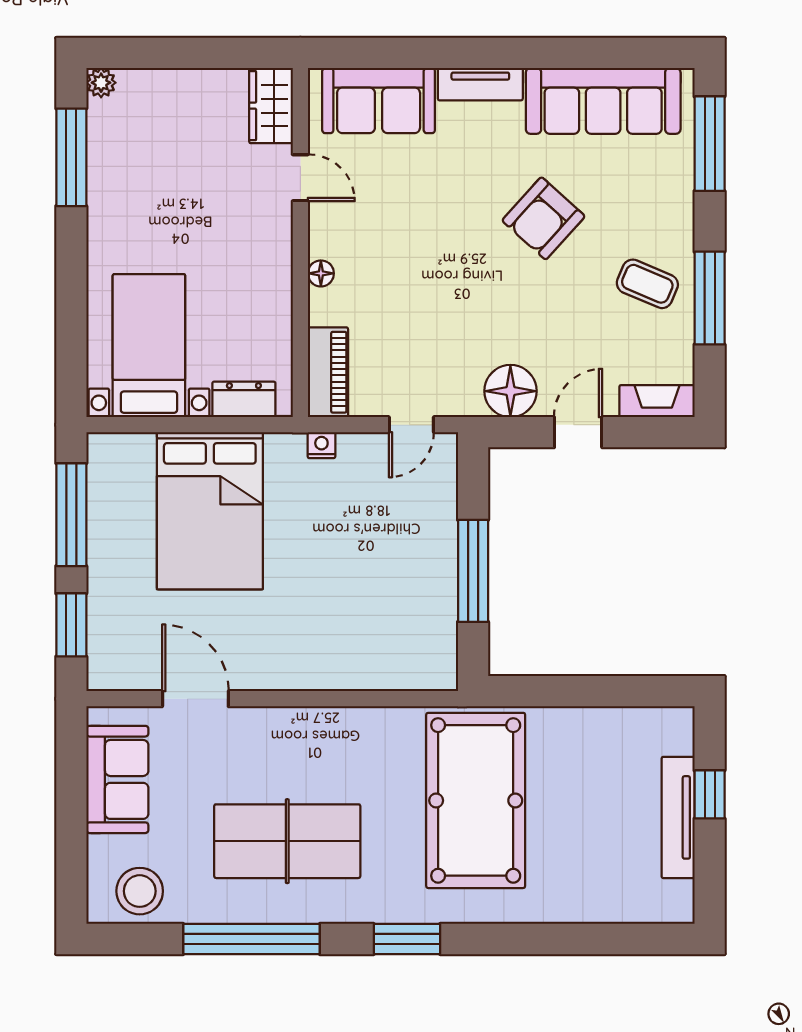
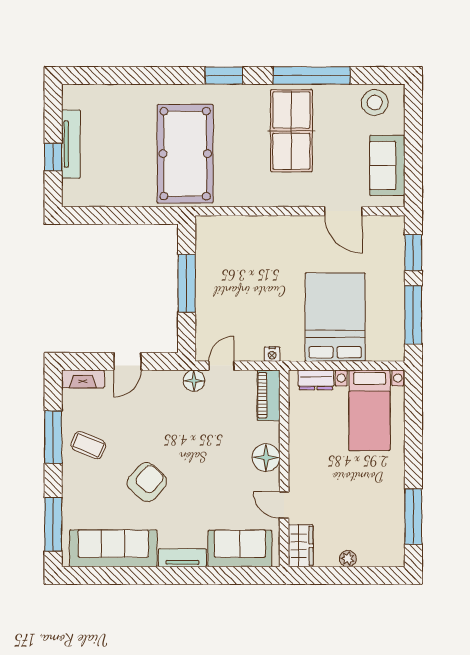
plant: (101, 83) -> (348, 559), moved
floor lamp: (321, 273) -> (266, 458), width x1.89, depth x1.89
floor lamp: (510, 391) -> (194, 381), moved, width x0.73, depth x0.73
table tennis table: (287, 841) -> (291, 131), turned 90

